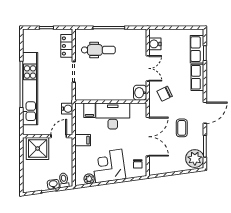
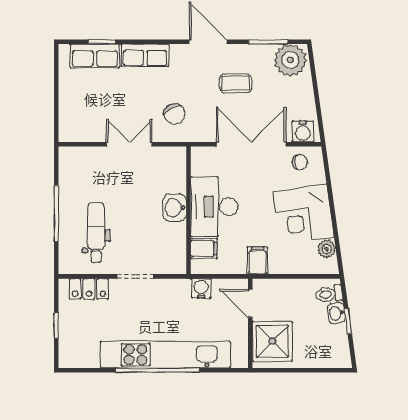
water cooler: (155, 44) -> (303, 131), moved
washbasin: (140, 93) -> (175, 208), moved, turned 90

